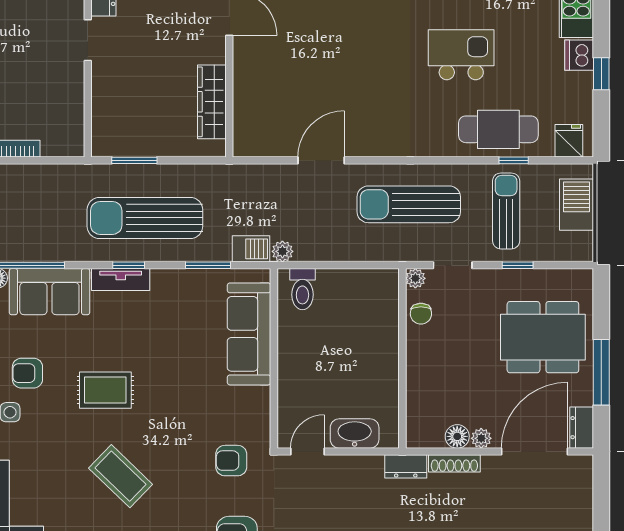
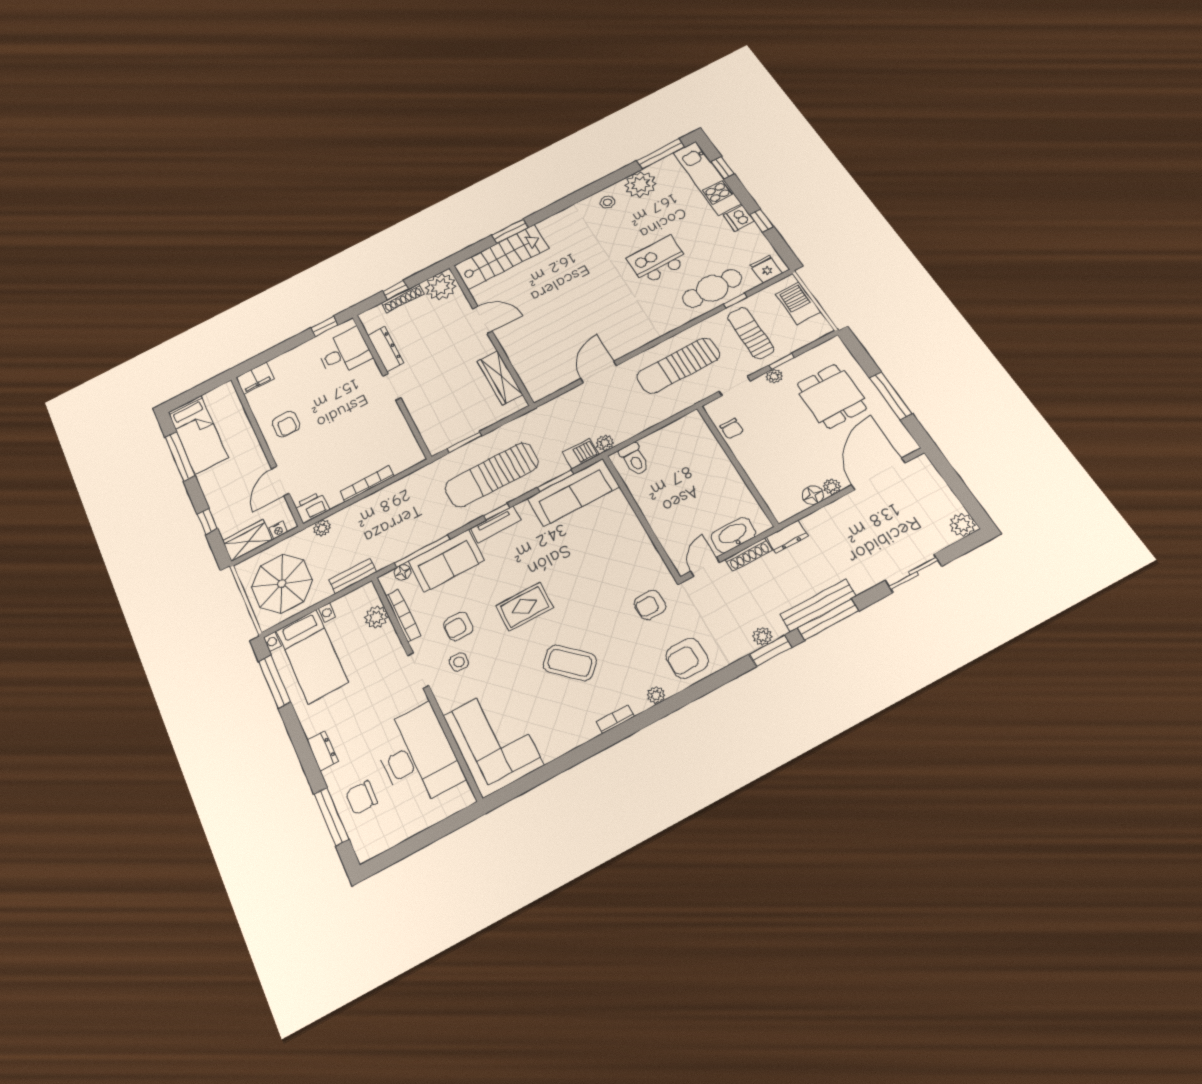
plant: (415, 278) -> (774, 376), moved
sofa: (249, 334) -> (573, 492), moved, turned -90
dining table: (543, 337) -> (832, 396), width x0.73
dresser: (582, 428) -> (902, 439), removed
shoe rack: (454, 463) -> (749, 555), moved

